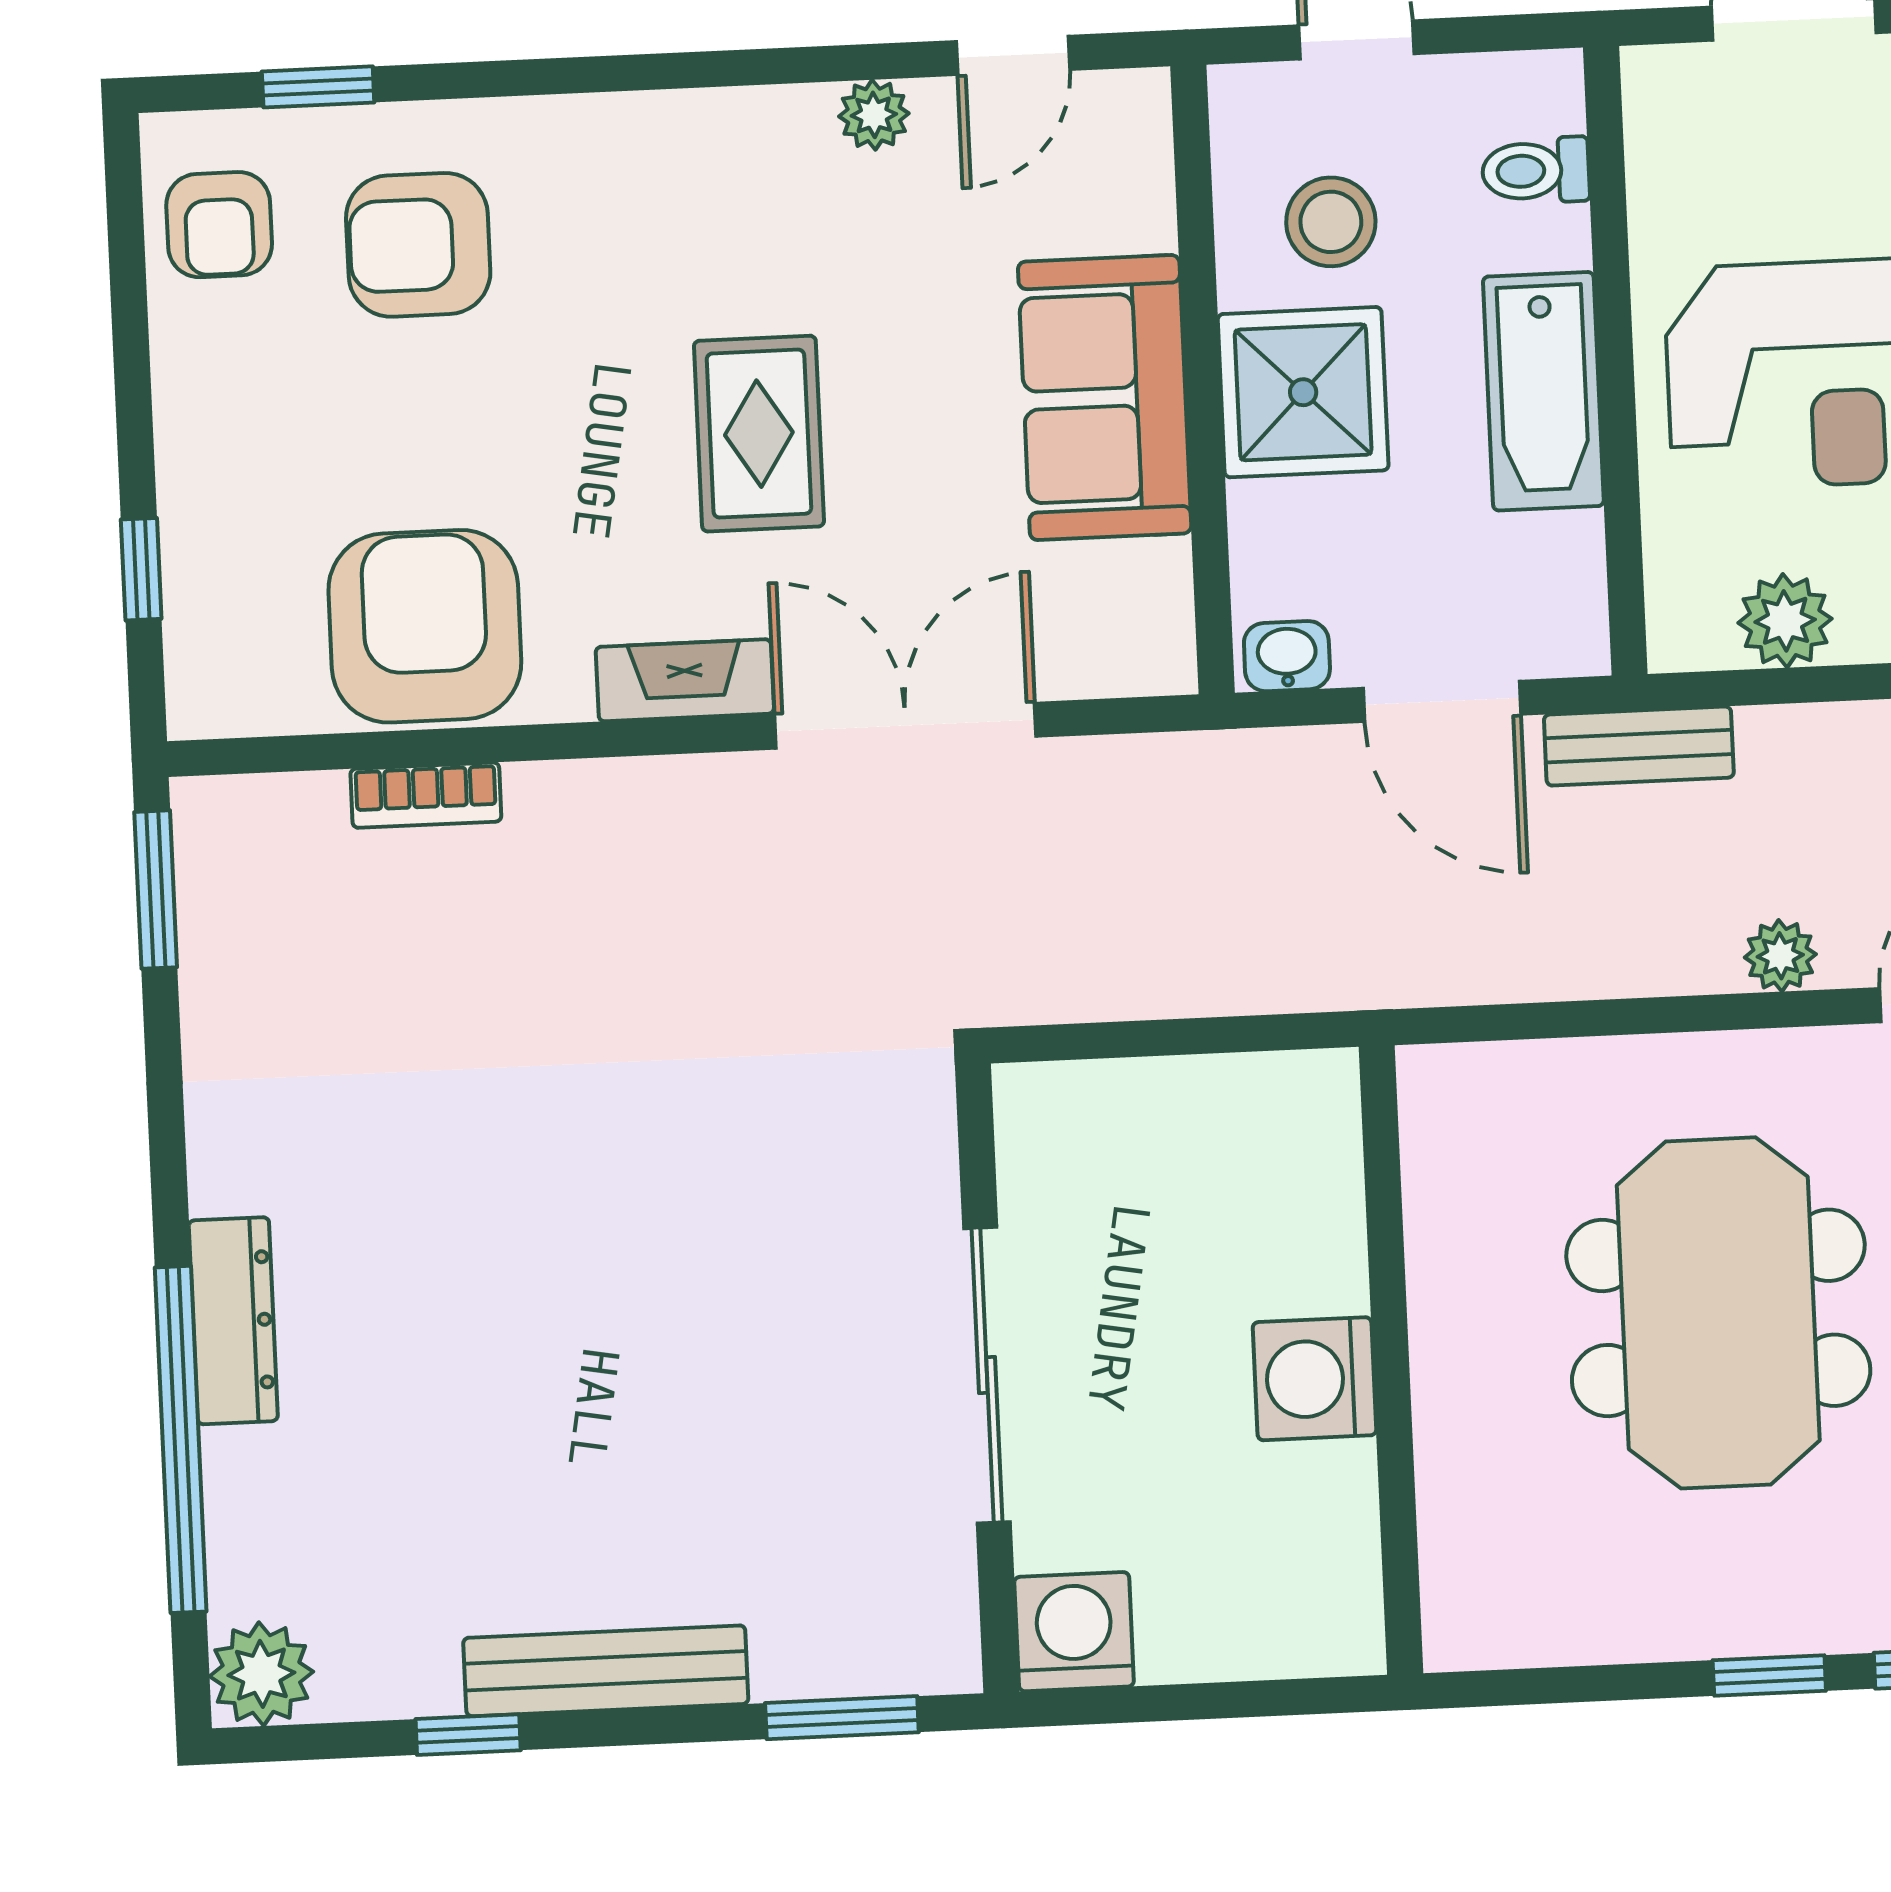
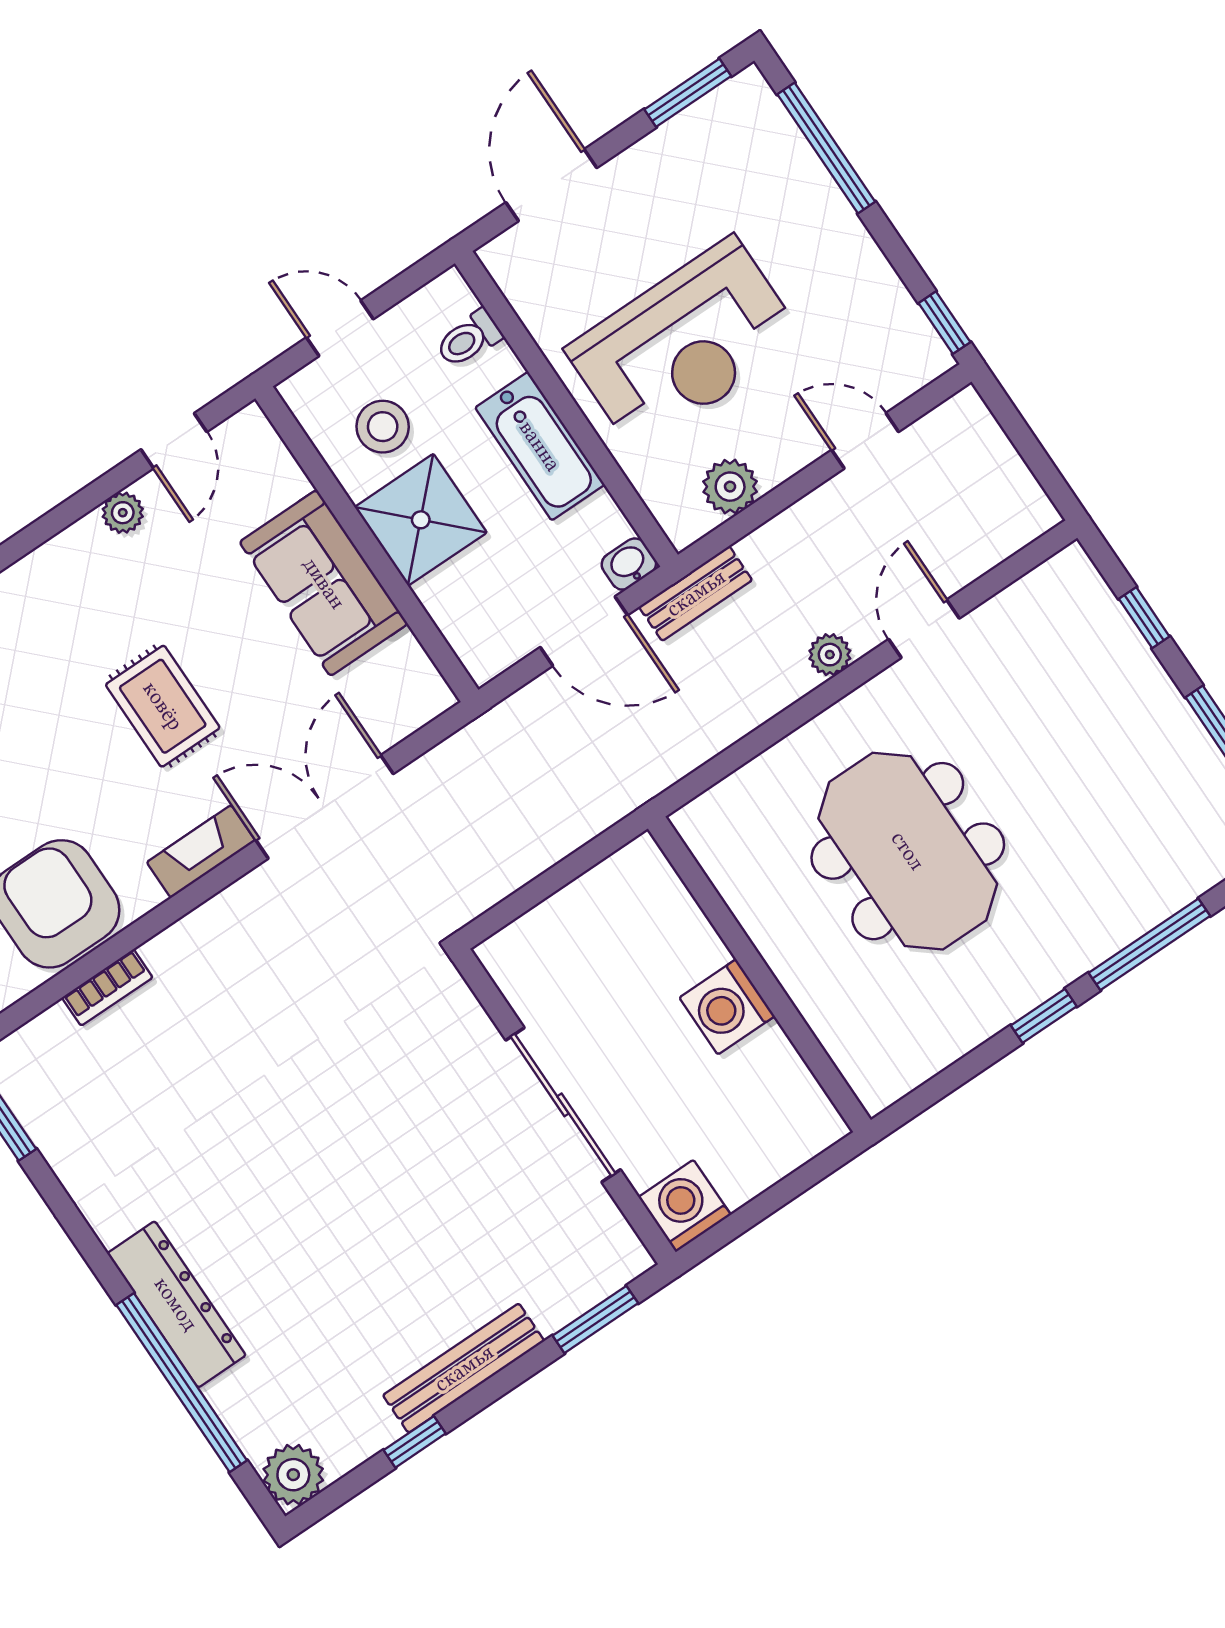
washbasin: (1287, 656) -> (629, 564), moved
dresser: (233, 1321) -> (176, 1304), width x1.37, depth x1.24

